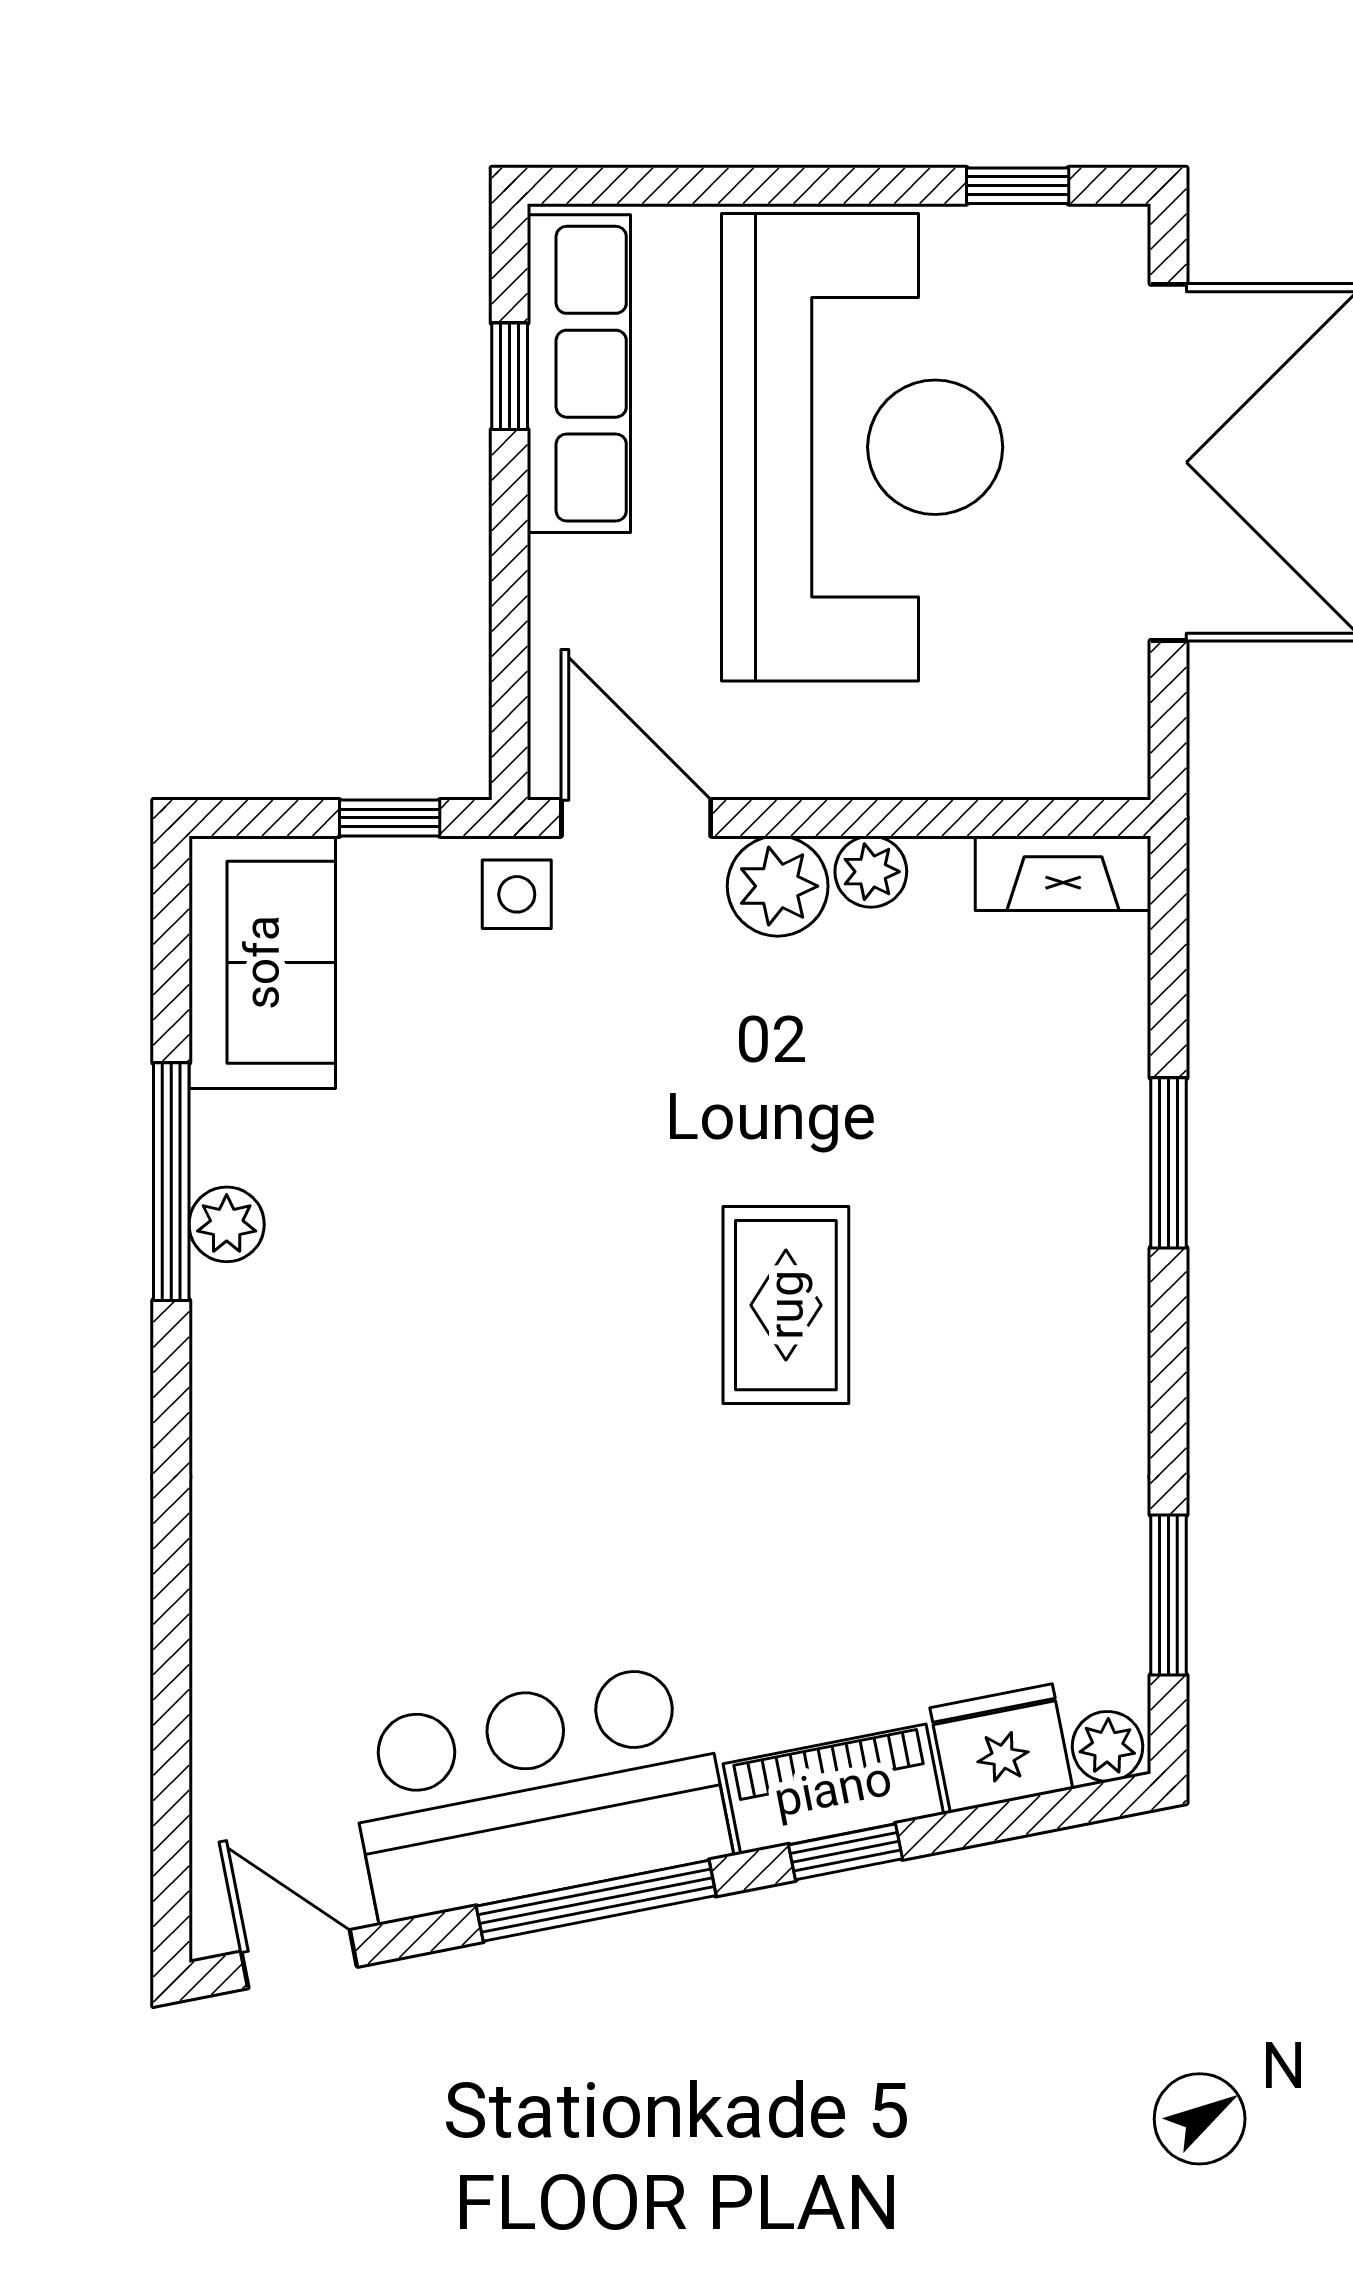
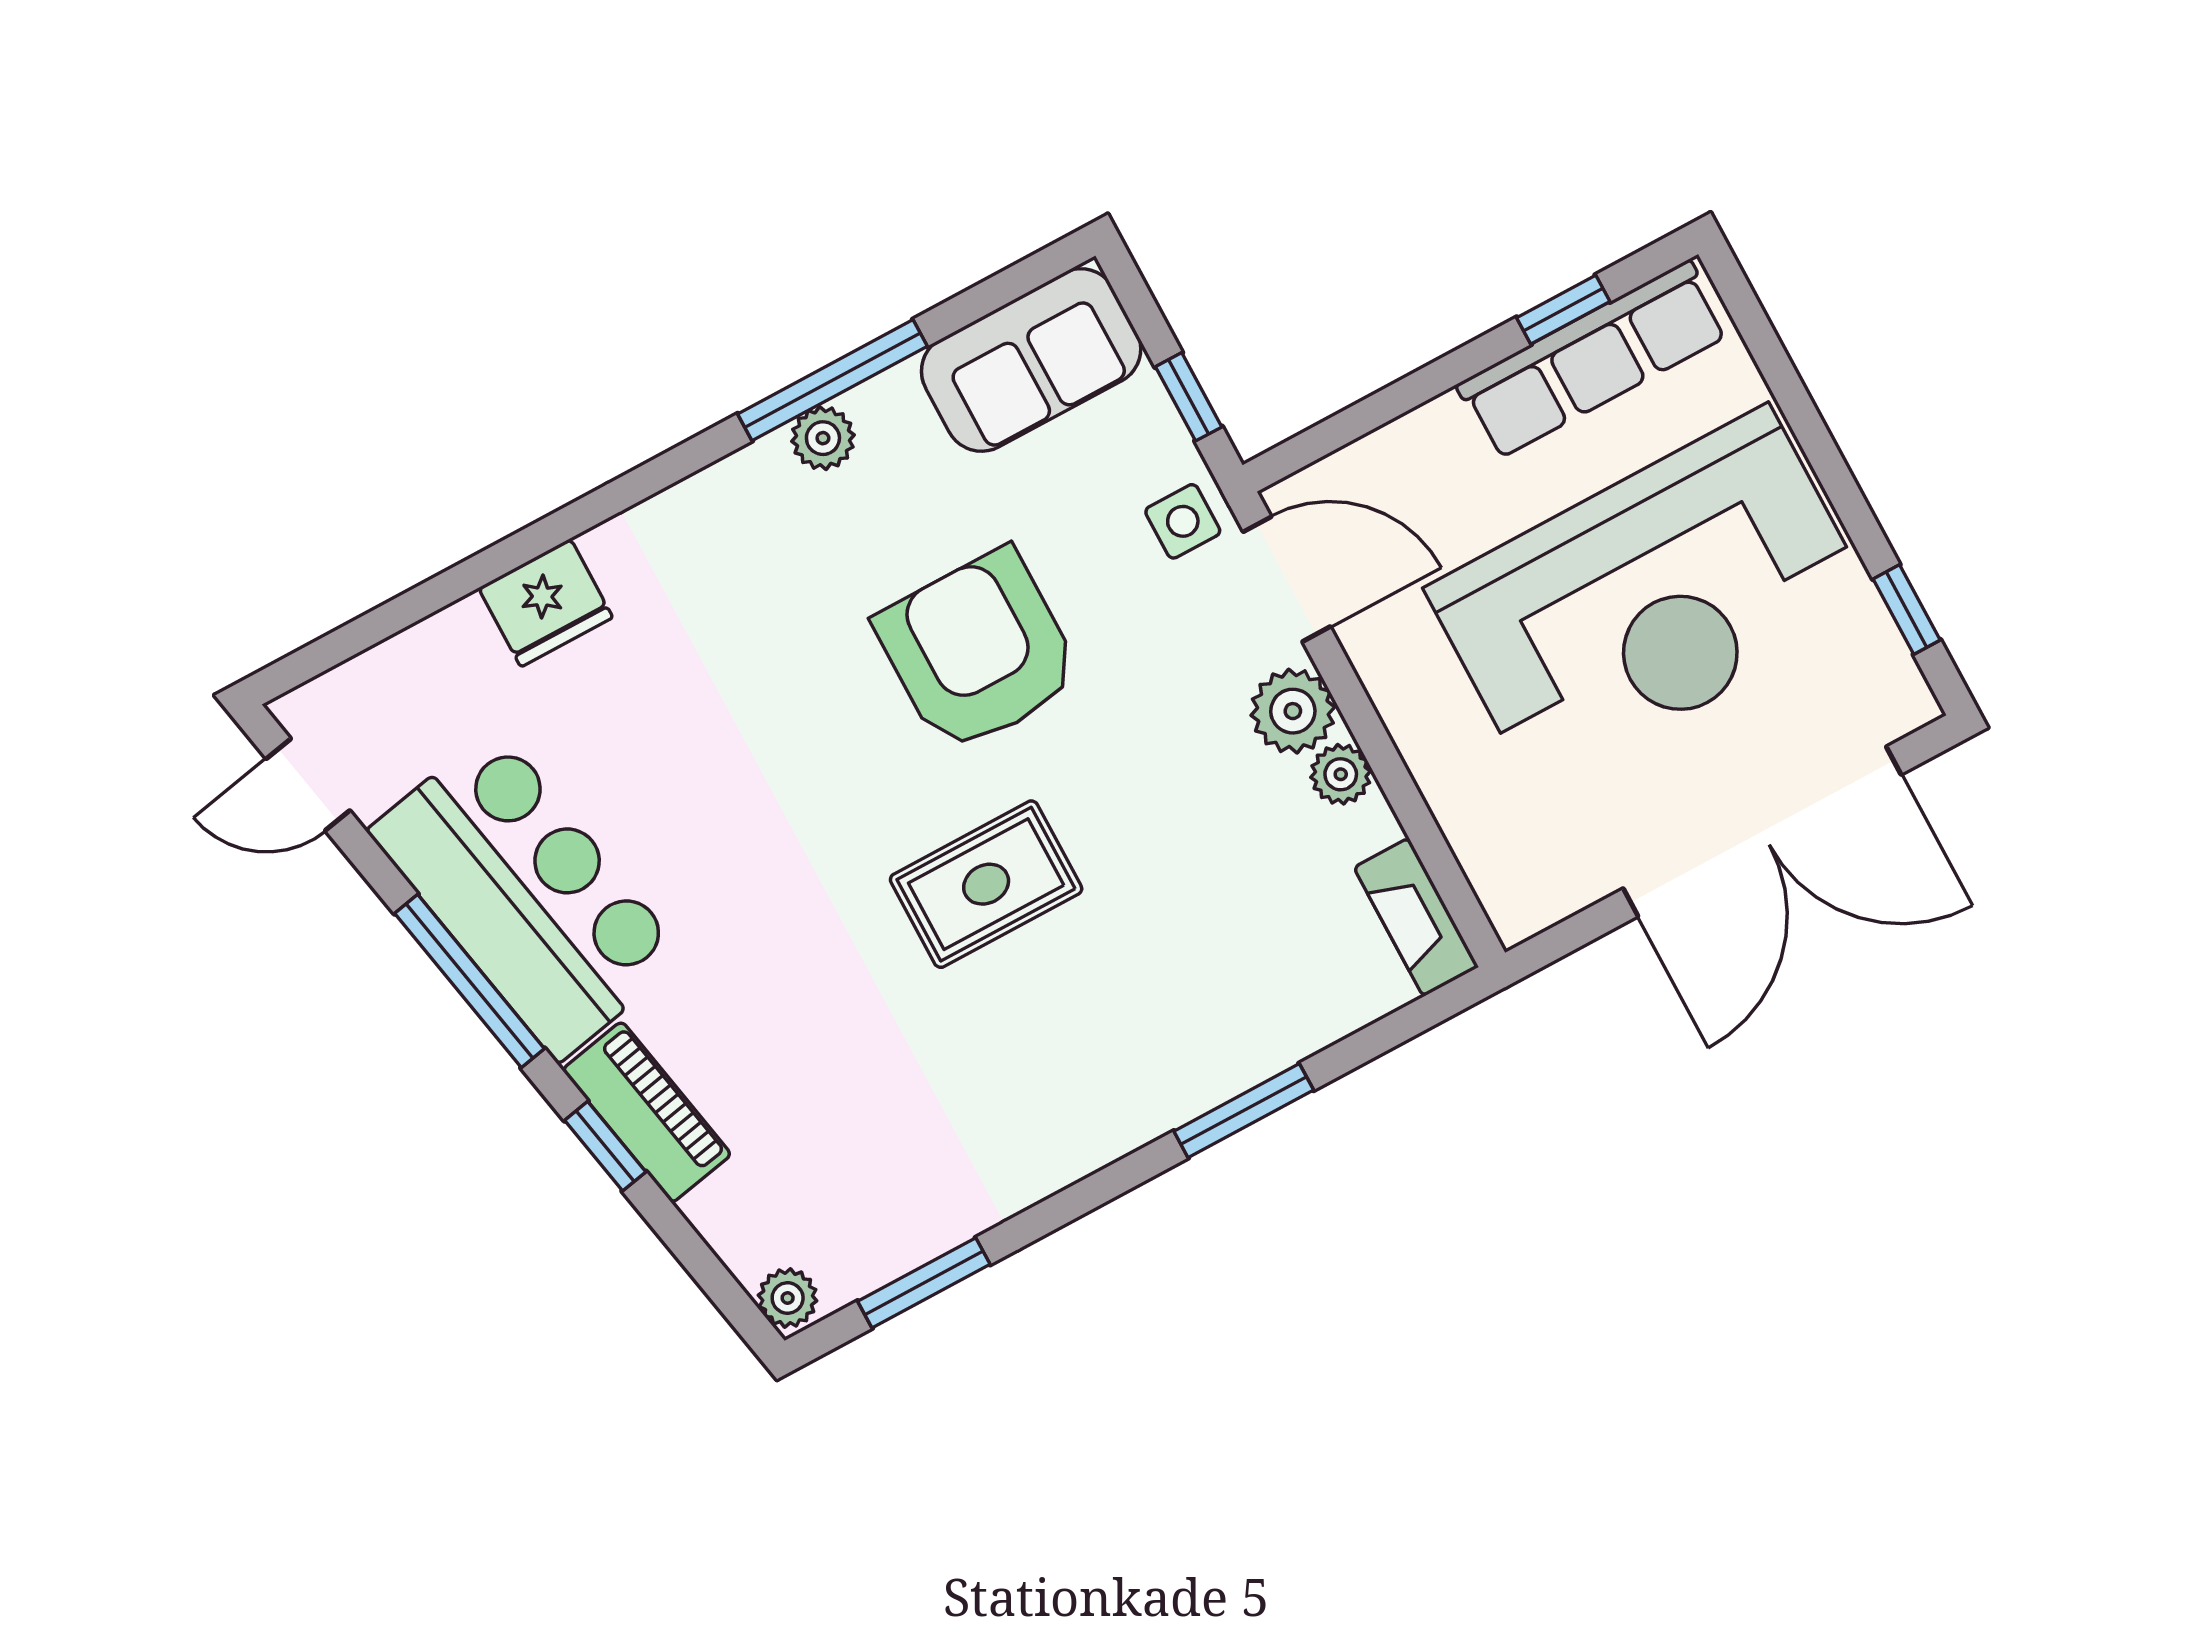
door: (636, 818) -> (1287, 579), hinge flipped
armchair: (537, 1182) -> (978, 651), added
fridge: (1001, 1748) -> (546, 603), moved, turned 101
door: (299, 1959) -> (308, 785), swing flipped

